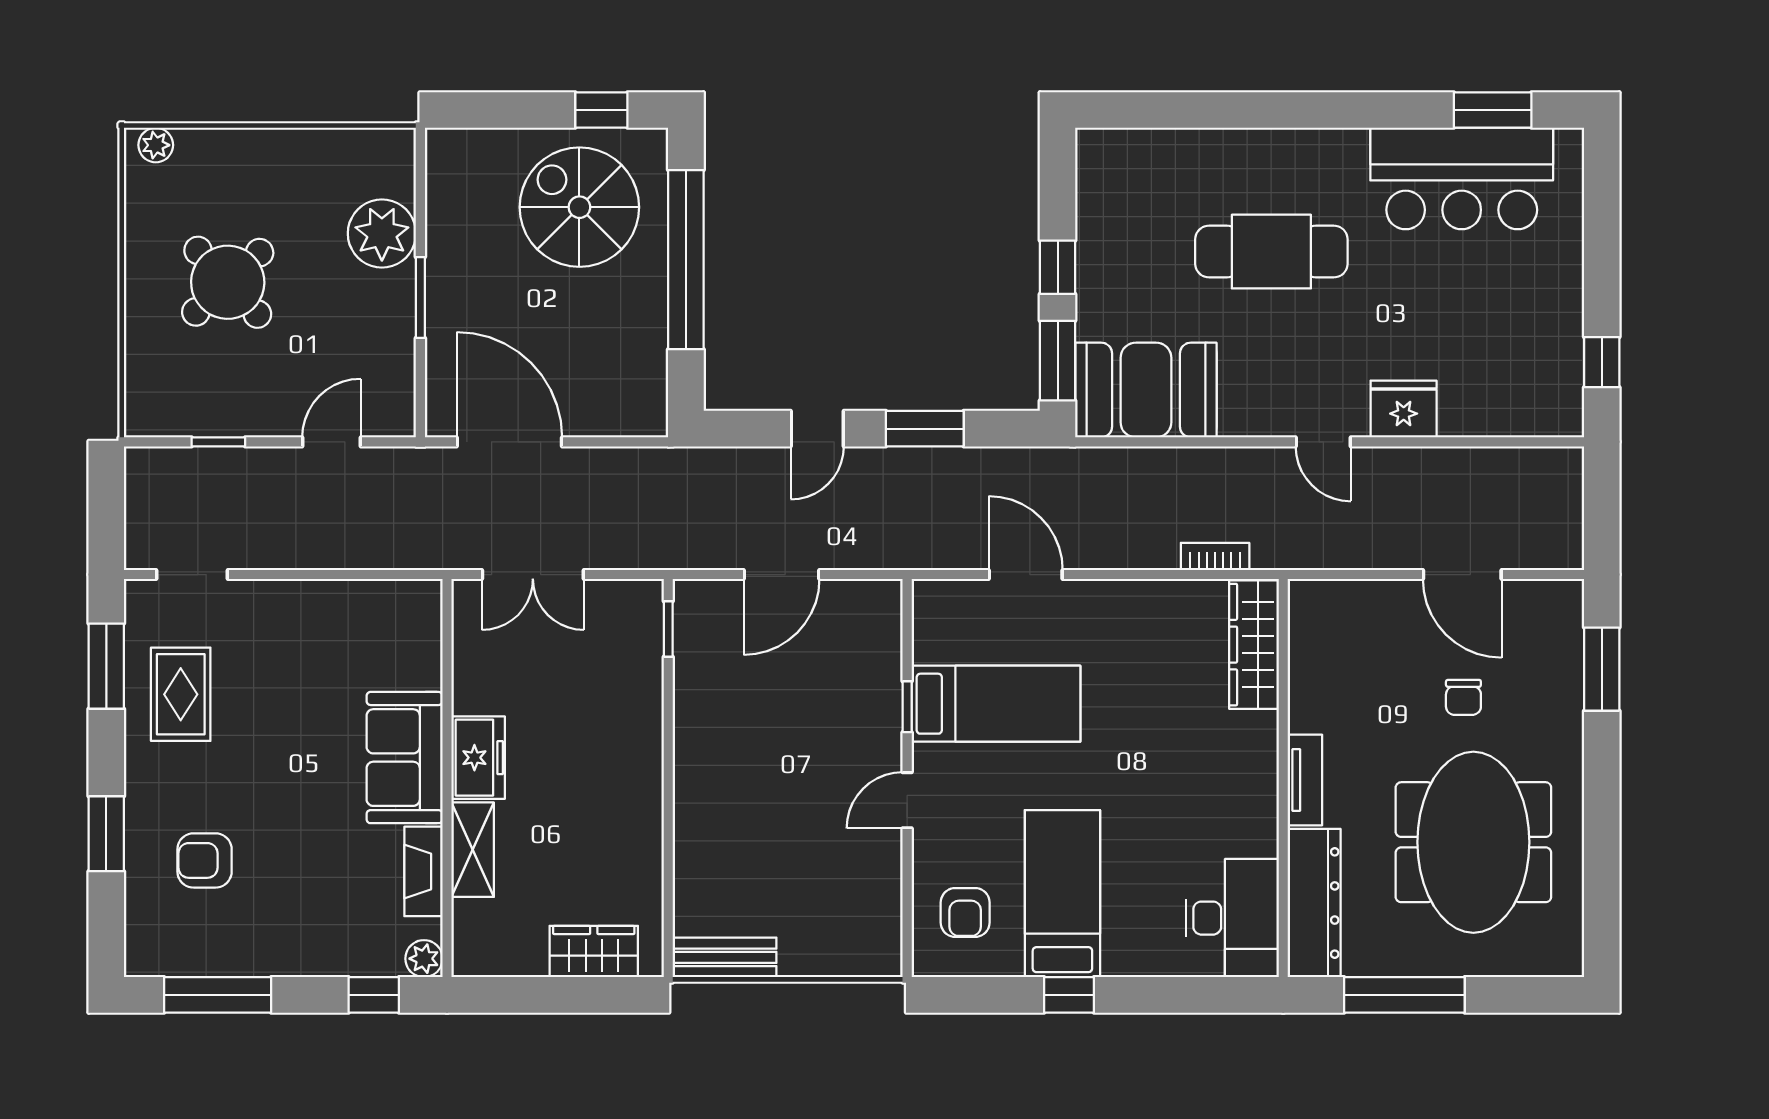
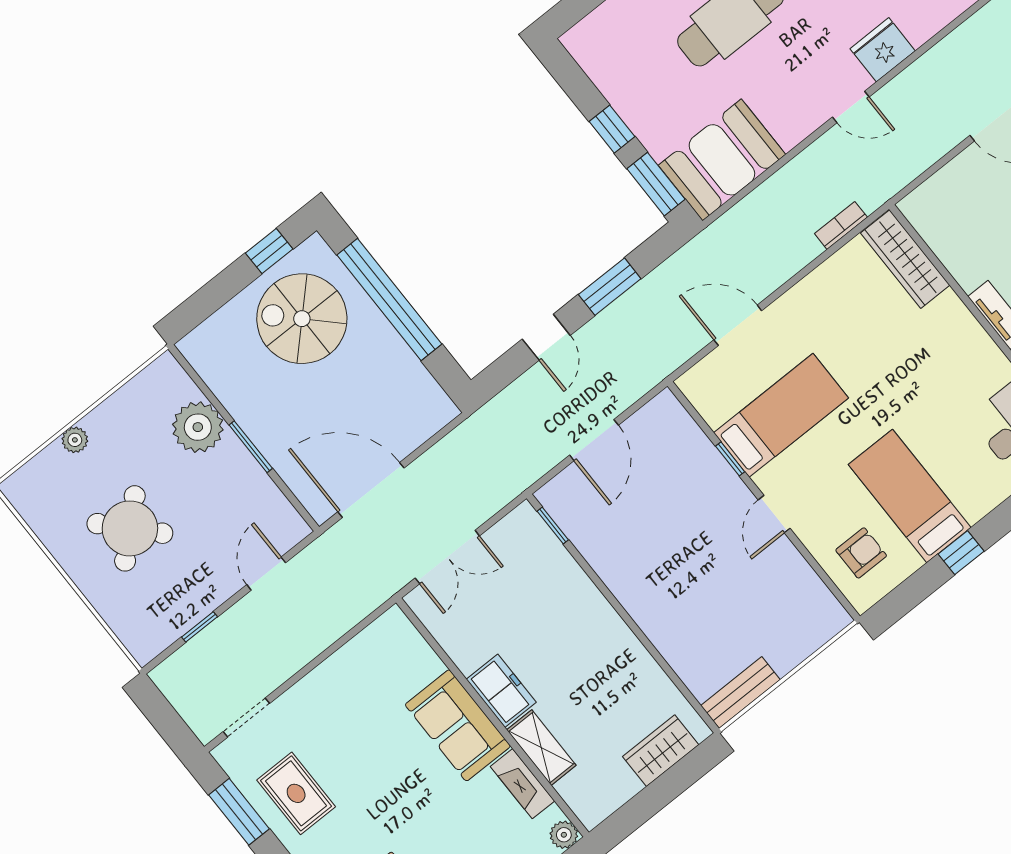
plant: (156, 145) -> (75, 440), moved
armchair: (965, 912) -> (861, 553), turned -90

